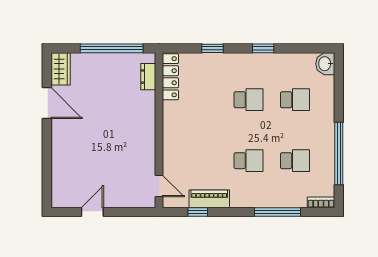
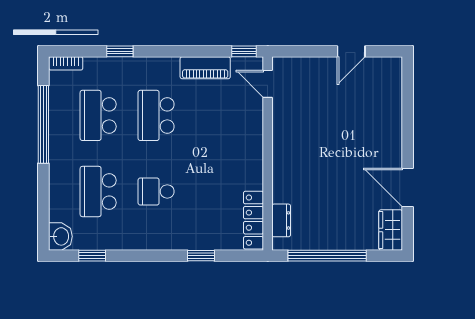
window: (263, 48) -> (92, 256), moved
school desk: (295, 100) -> (98, 191), width x1.85
school desk: (249, 161) -> (156, 115), width x1.85
school desk: (295, 161) -> (98, 115), width x1.85
window: (198, 212) -> (244, 51), moved
window: (278, 212) -> (120, 51), width x0.46

